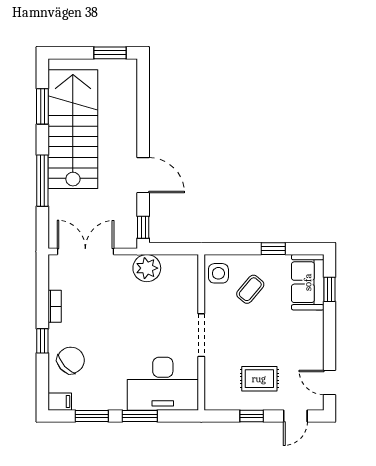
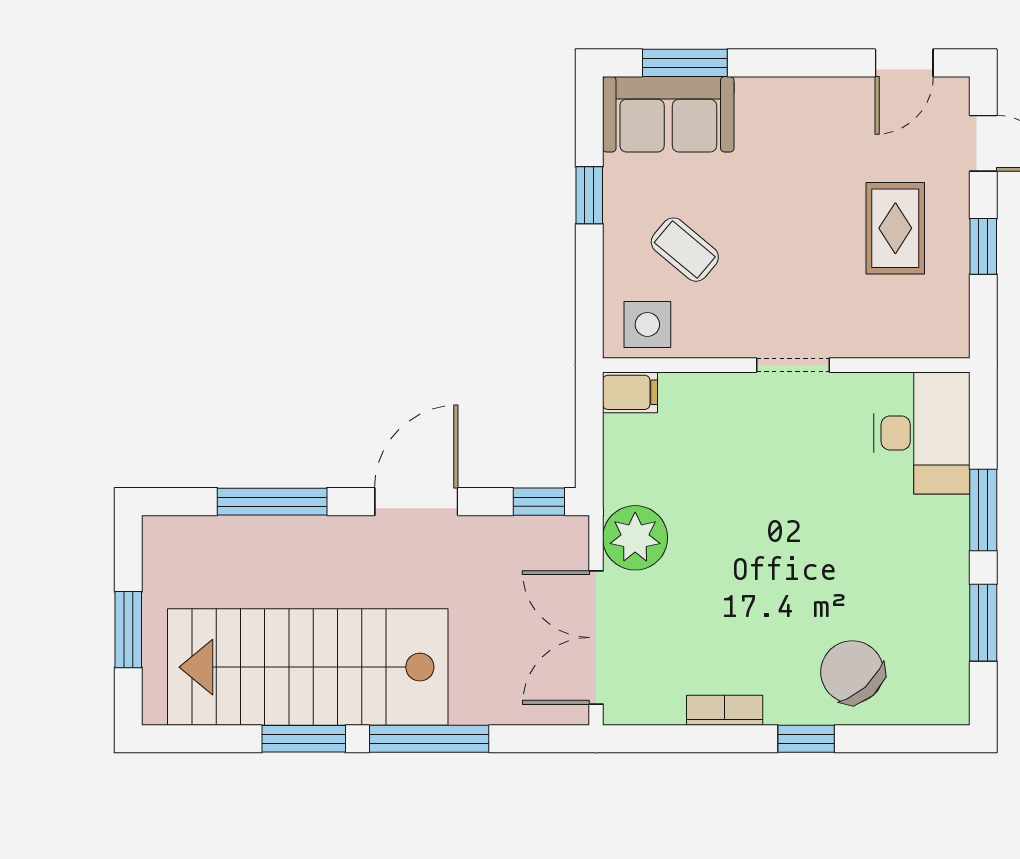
window: (110, 53) -> (128, 630), moved
window: (42, 106) -> (304, 739), moved
window: (143, 114) -> (272, 502), added
plant: (147, 268) -> (635, 538), moved
window: (330, 289) -> (685, 63), width x1.50
doorway: (201, 335) -> (793, 365), width x0.73
desk: (163, 384) -> (922, 433), width x0.73, depth x0.77
filing cabinet: (60, 402) -> (630, 392), moved, turned 90

